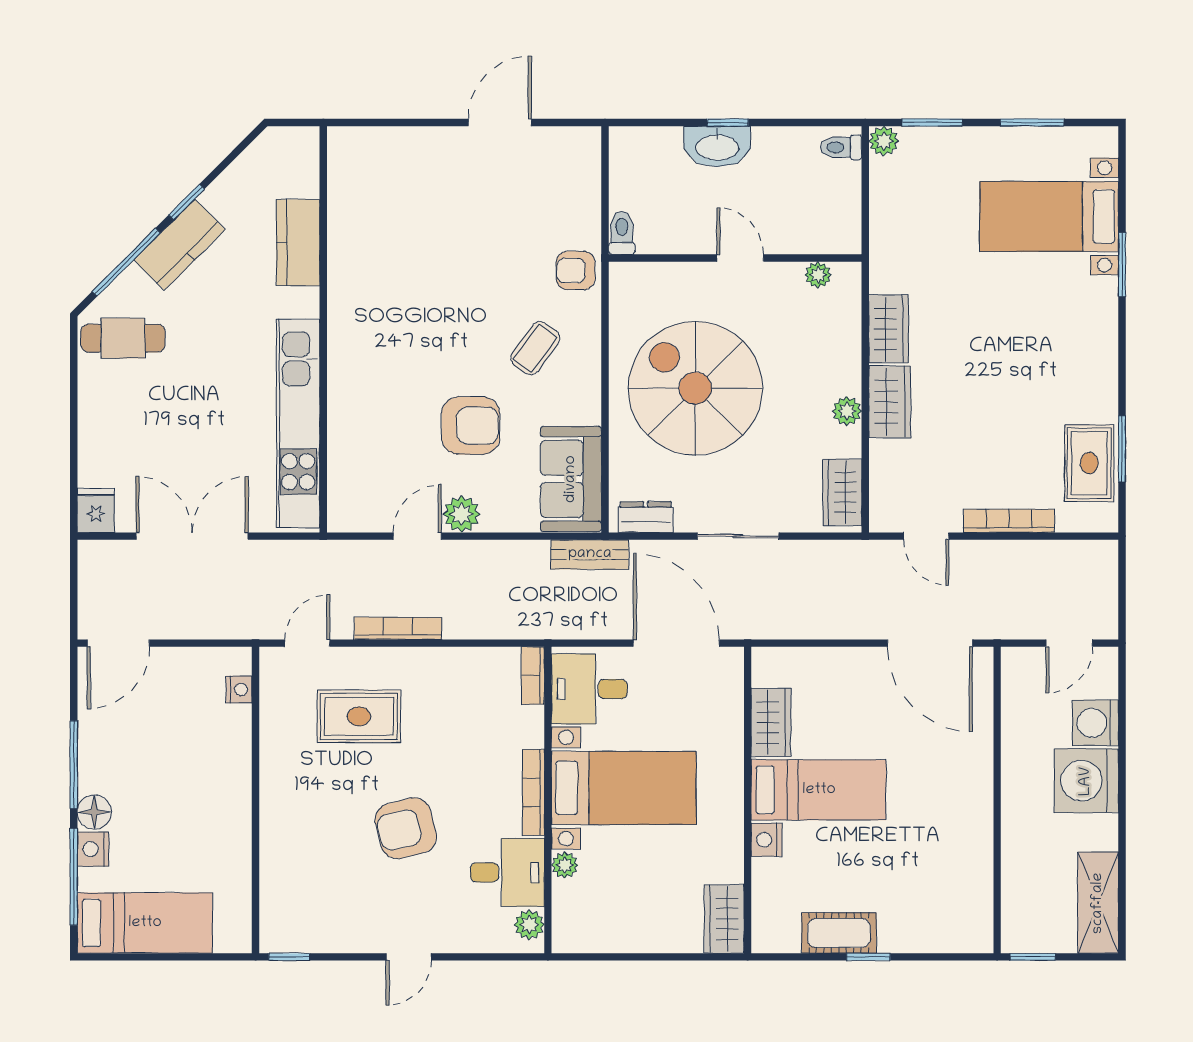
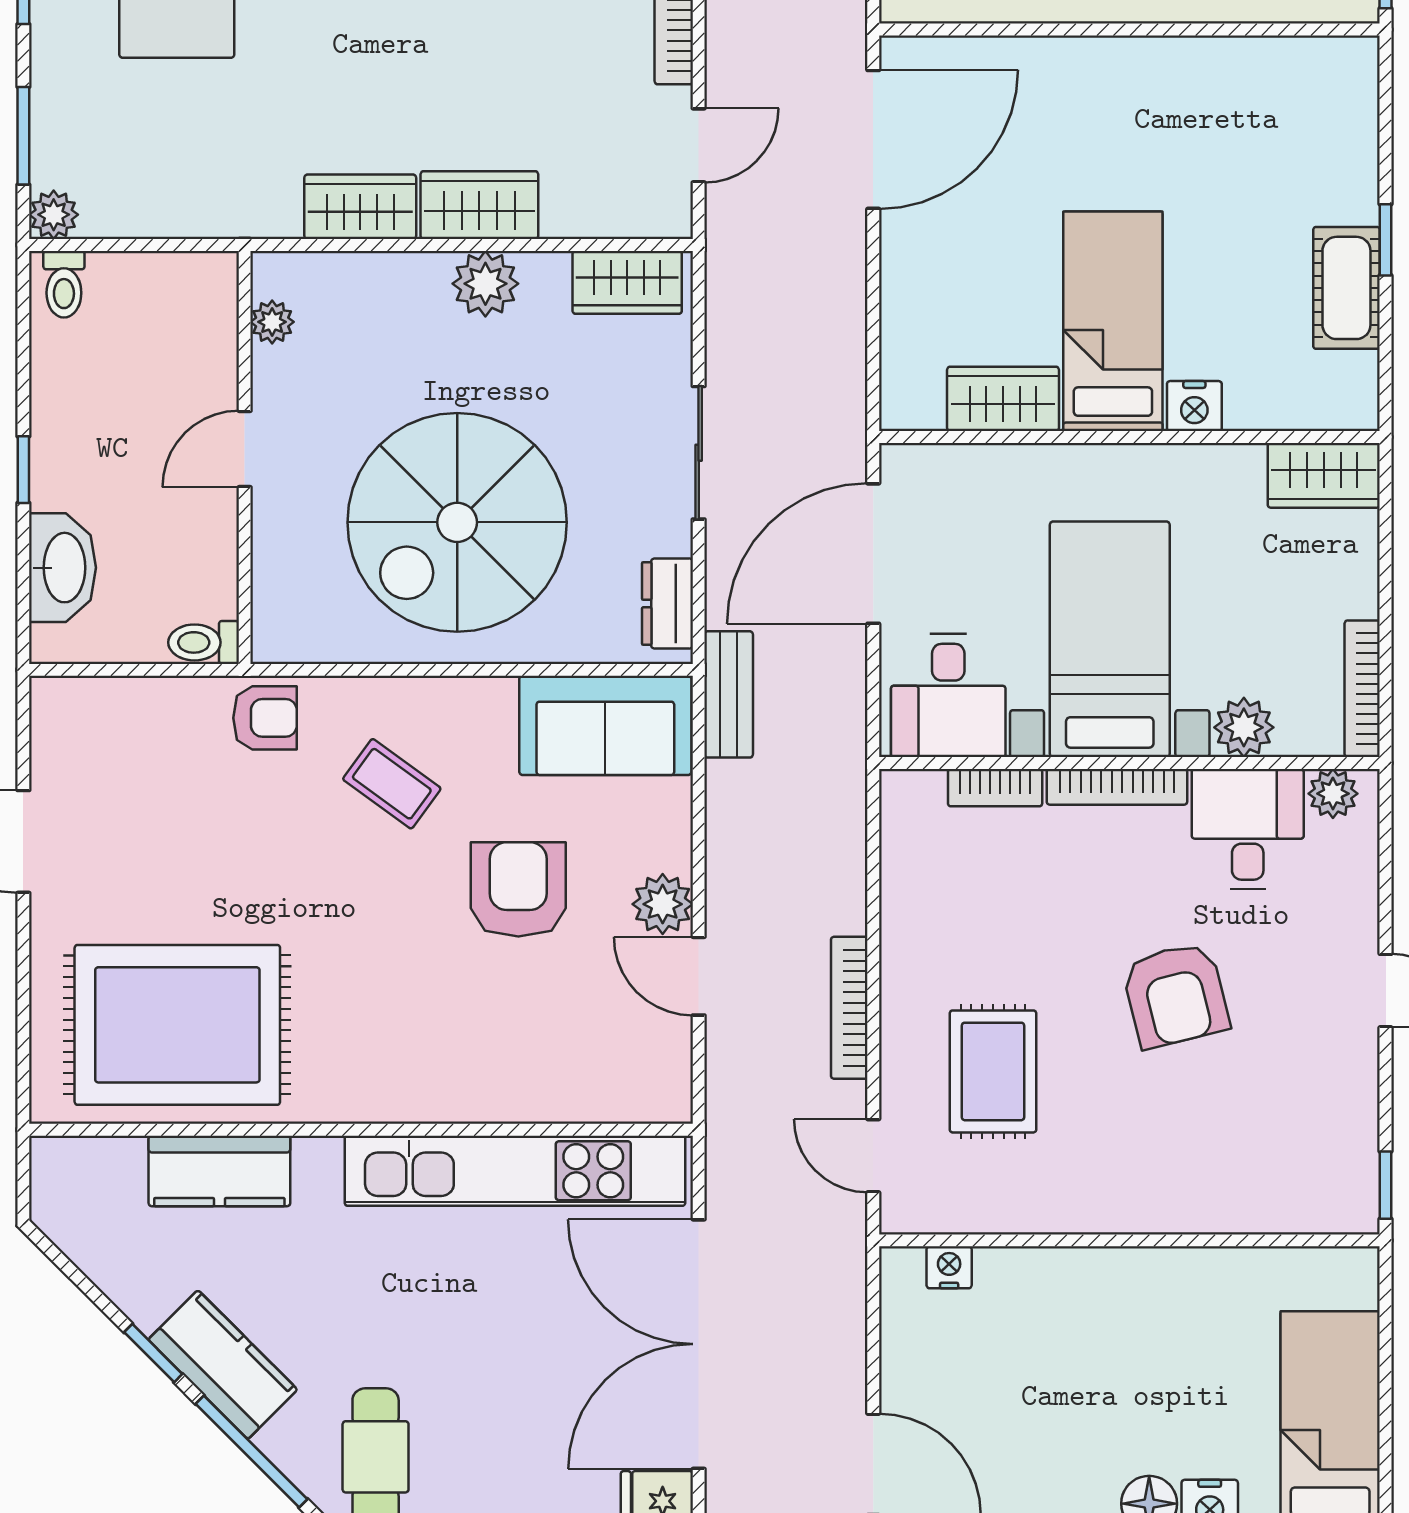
washbasin: (717, 146) -> (63, 568), moved
rug: (388, 217) -> (177, 1025), added
armchair: (576, 271) -> (265, 718), turned -90
plant: (847, 411) -> (485, 284), width x1.38, depth x1.38
double door: (192, 536) -> (699, 1344), width x1.36
bookcase: (533, 675) -> (995, 788), moved
plant: (565, 865) -> (1244, 727), width x1.38, depth x1.38
bookcase: (593, 943) -> (1362, 689), added

